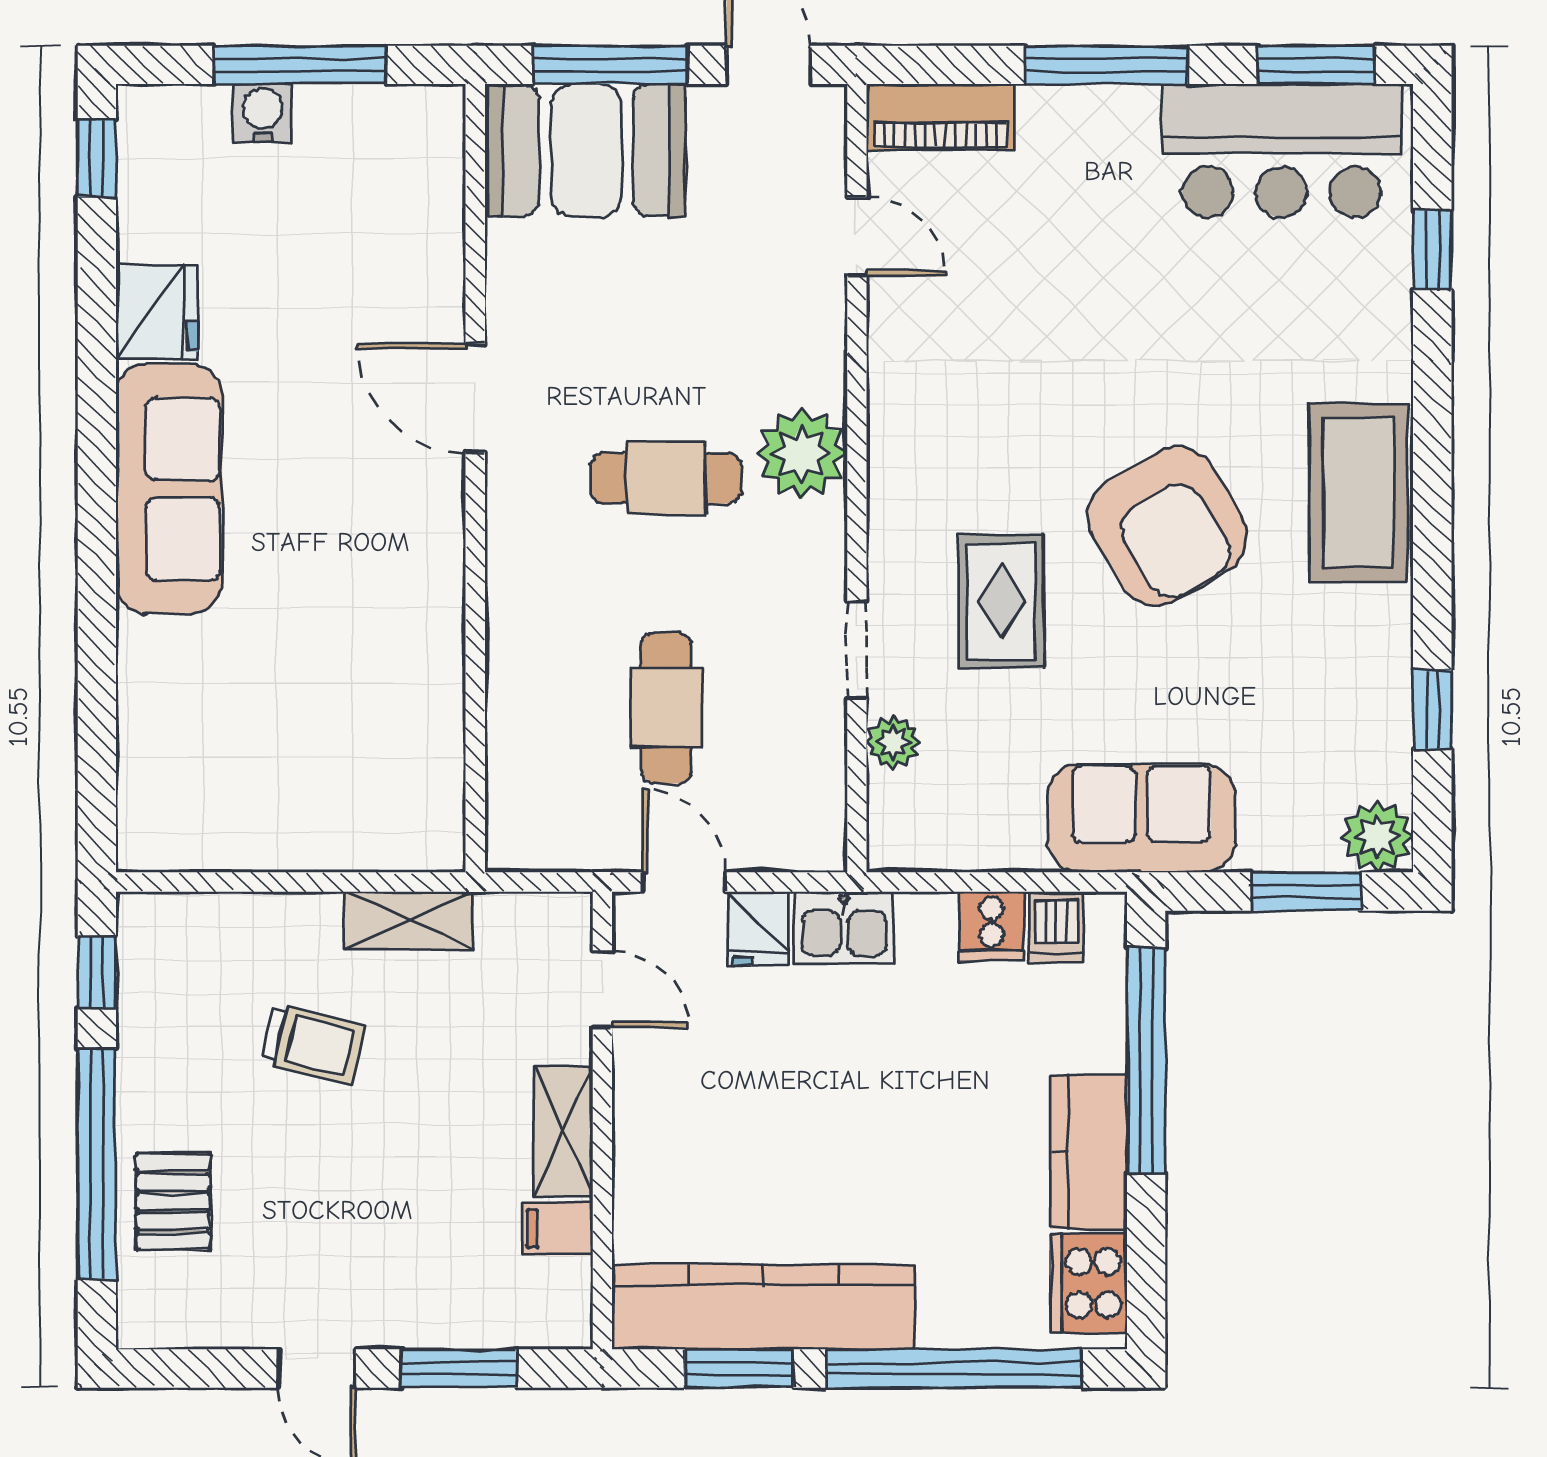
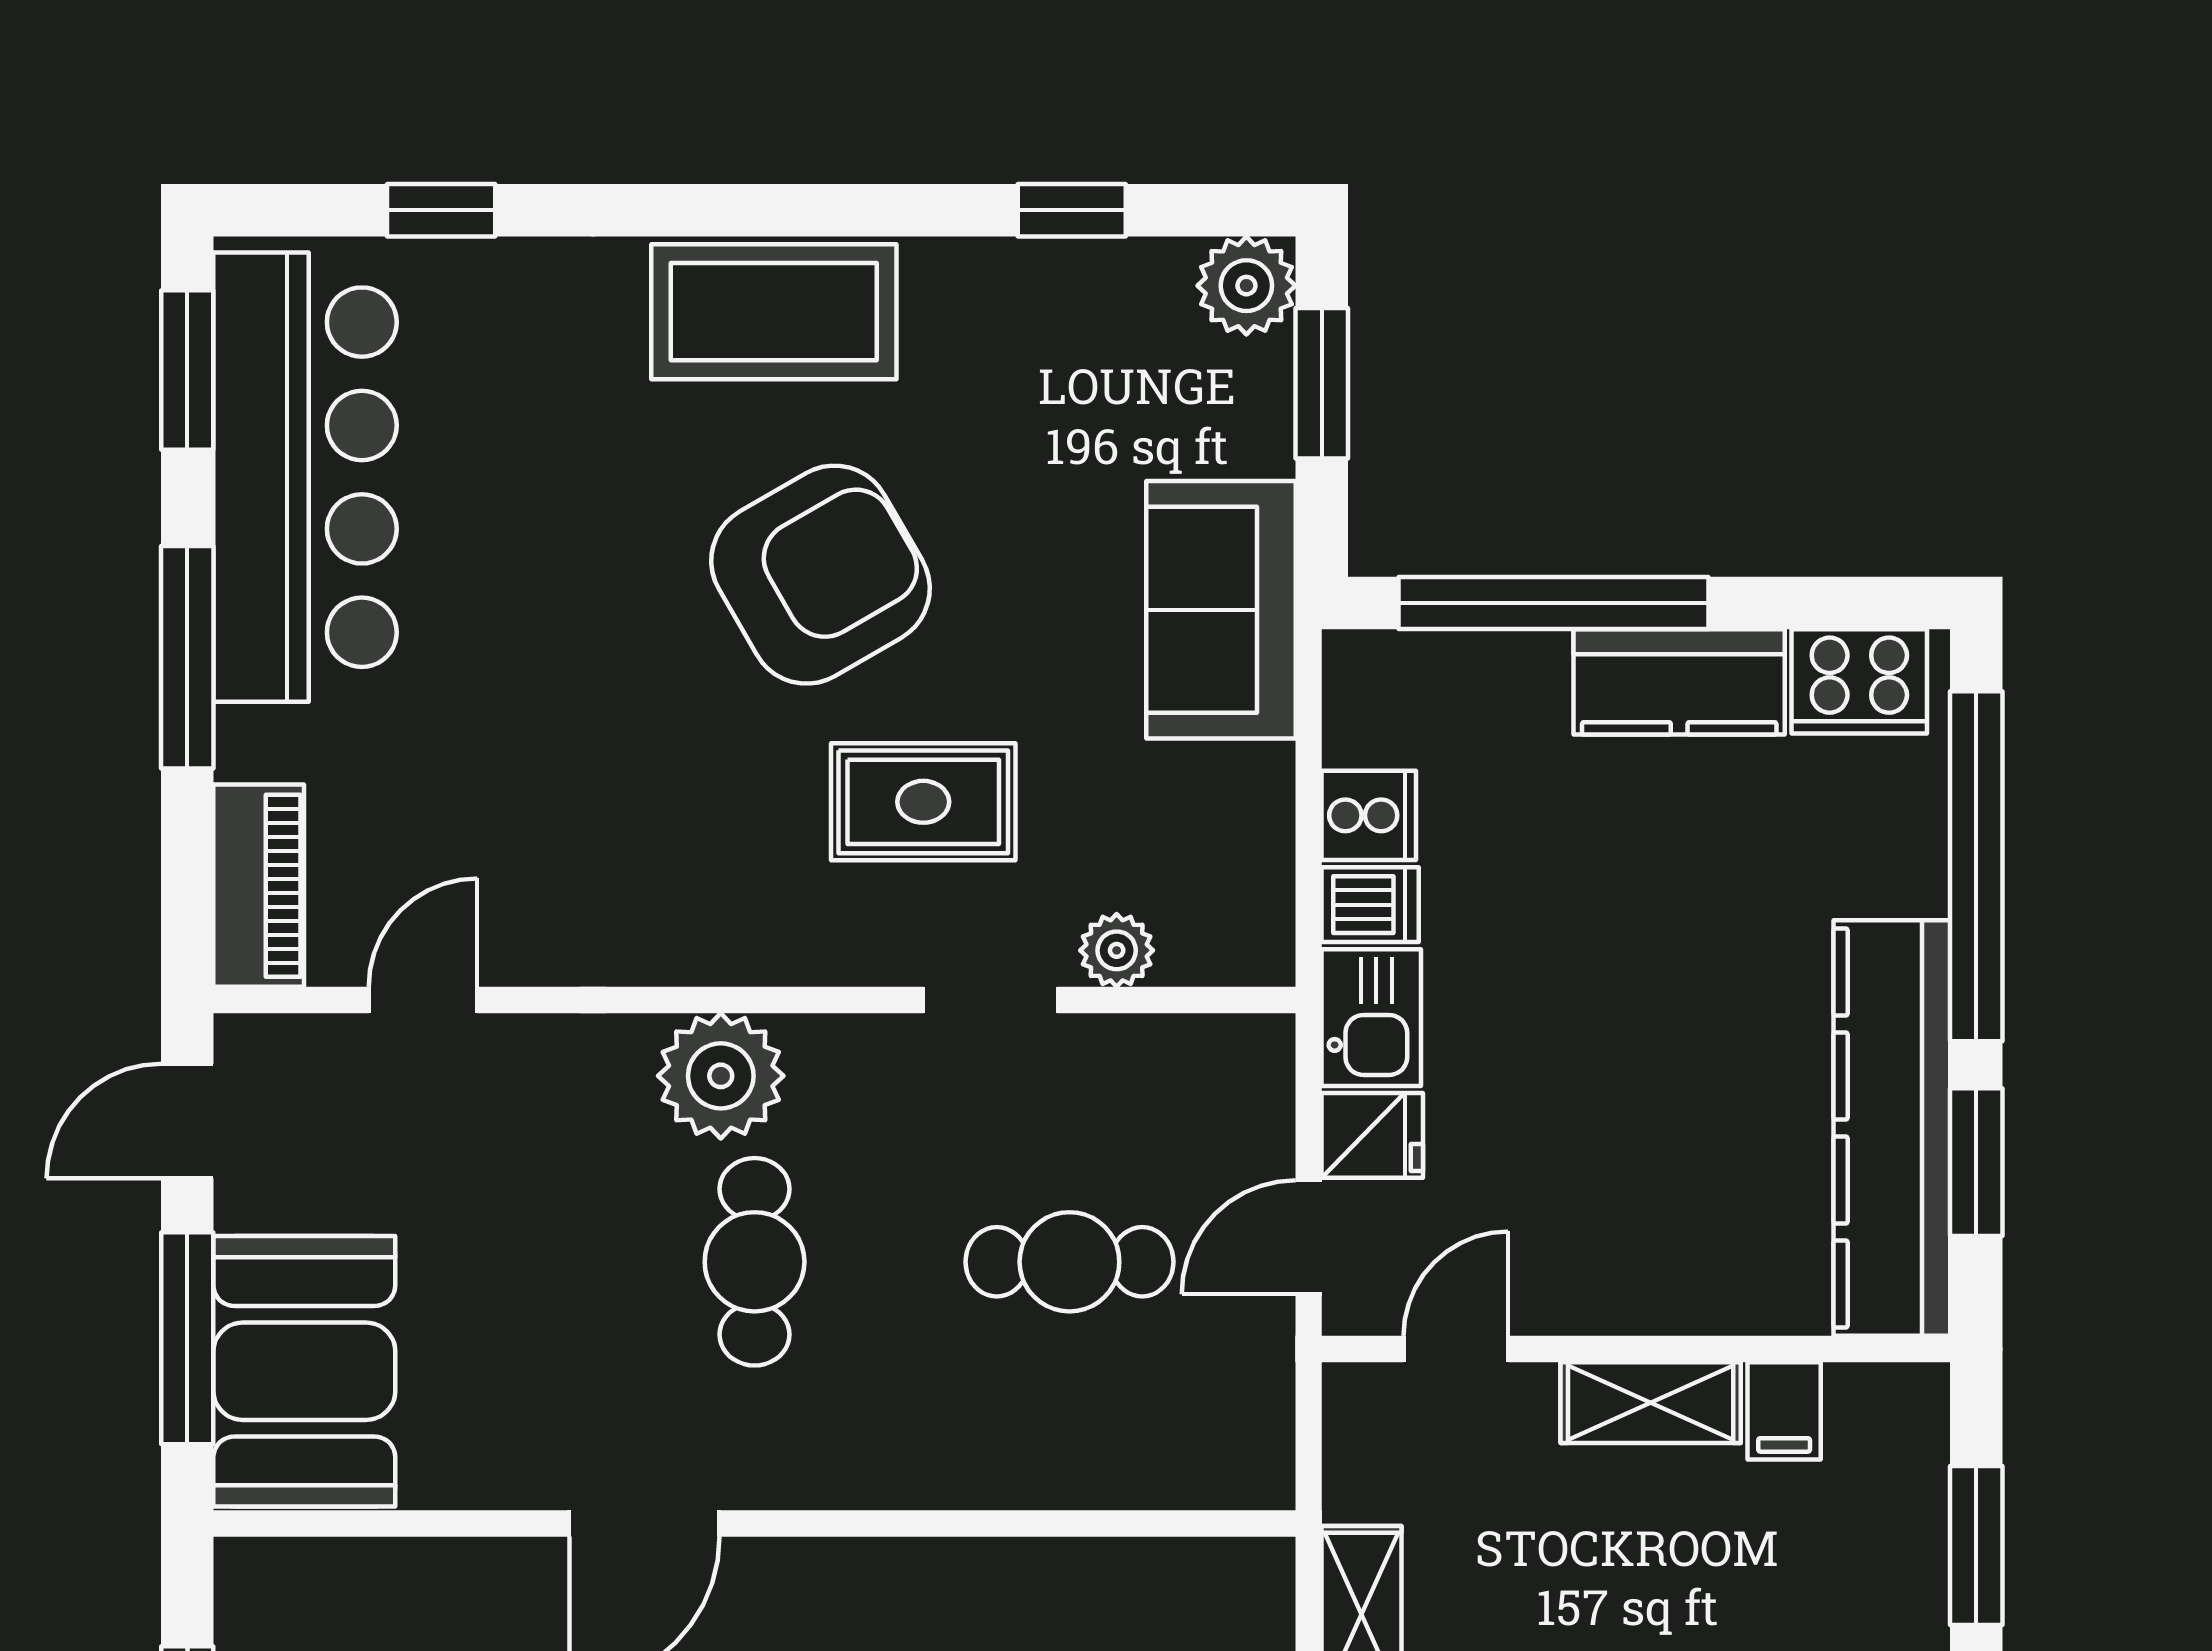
bar counter: (1281, 151) -> (305, 477), width x1.36
dishwasher: (1056, 927) -> (1370, 905), moved

